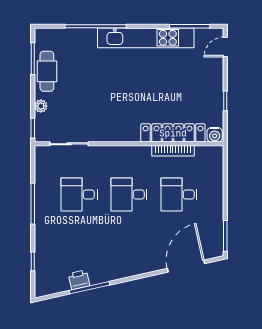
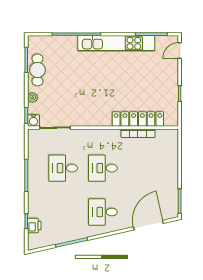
water cooler: (215, 135) -> (33, 120), moved
desk: (179, 195) -> (103, 212), moved
printer: (79, 280) -> (34, 225), moved, turned 103

